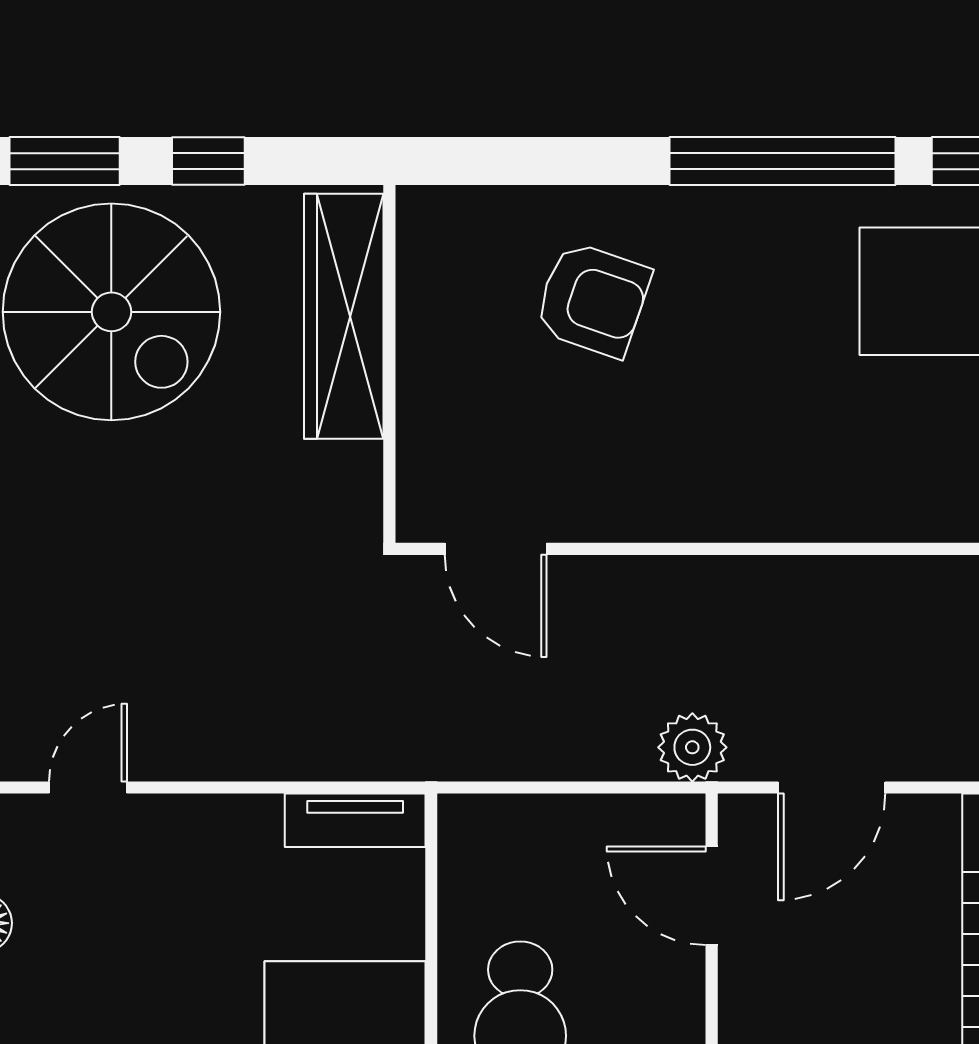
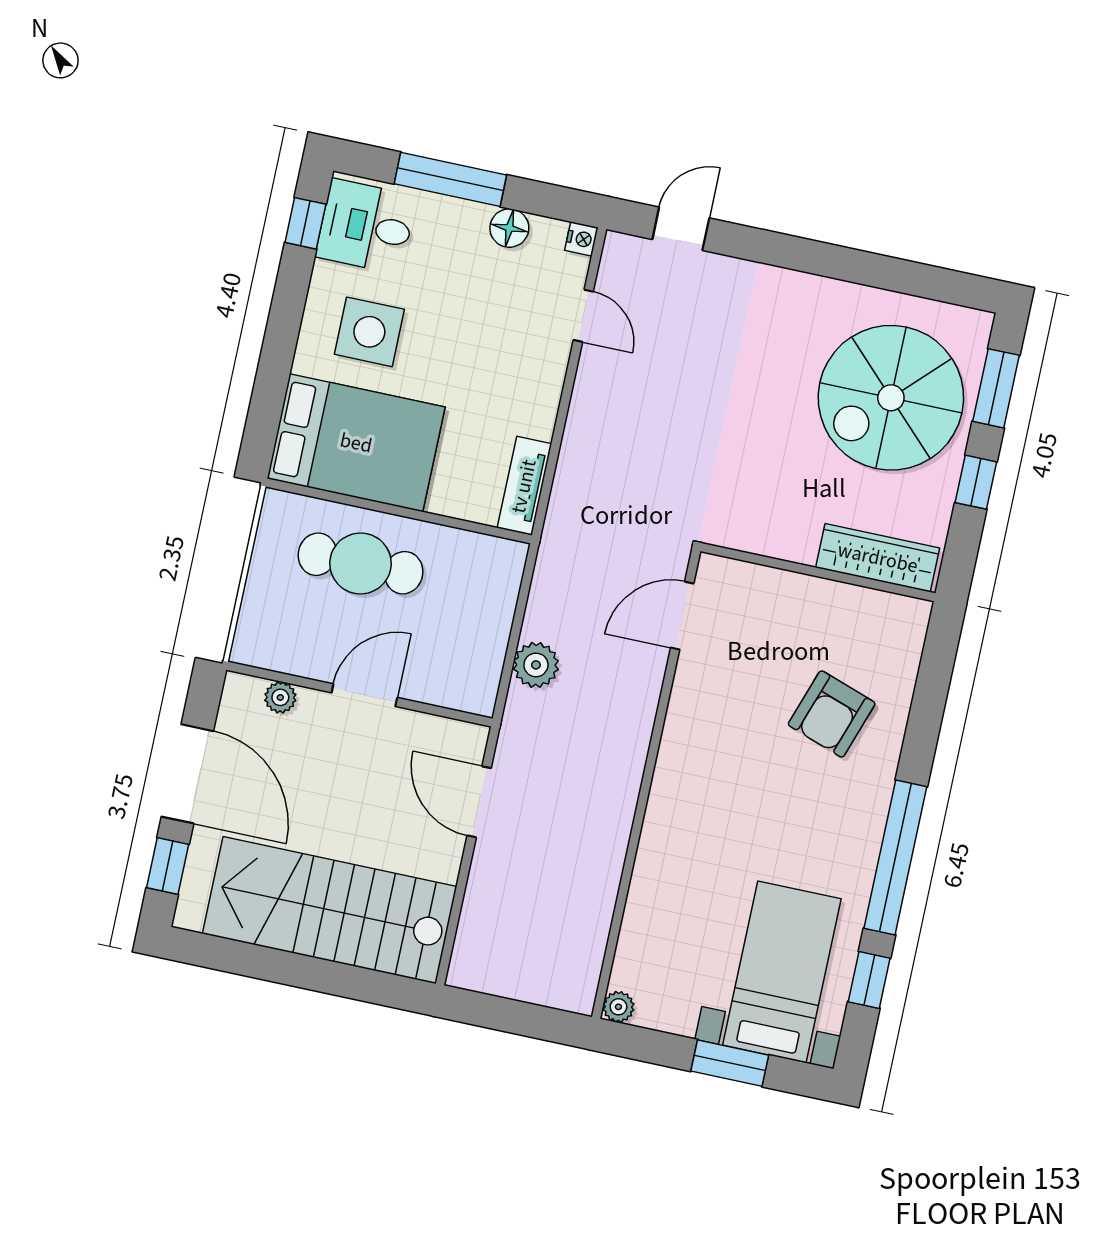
wardrobe: (344, 316) -> (878, 558), width x0.71, depth x0.85
plant: (692, 747) -> (536, 665), moved
door: (712, 896) -> (364, 695), moved

